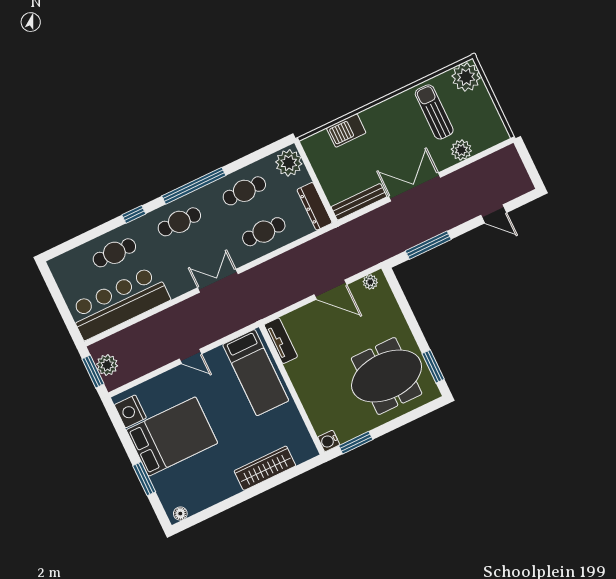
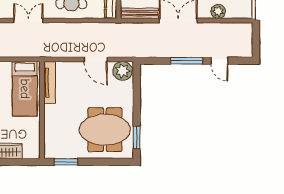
window: (428, 245) -> (187, 61), moved
plant: (370, 282) -> (123, 71), width x1.88, depth x1.88
tv unit: (281, 341) -> (50, 83), width x1.41
water cooler: (329, 441) -> (50, 153), removed

